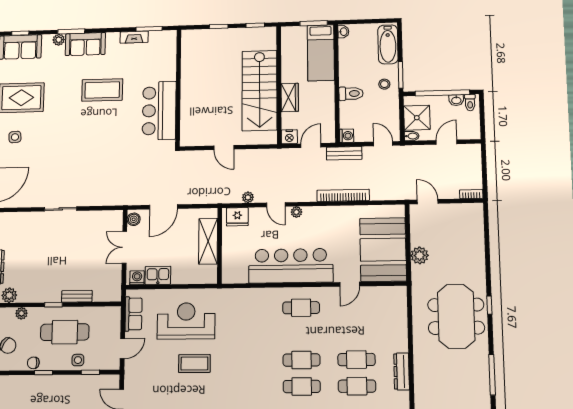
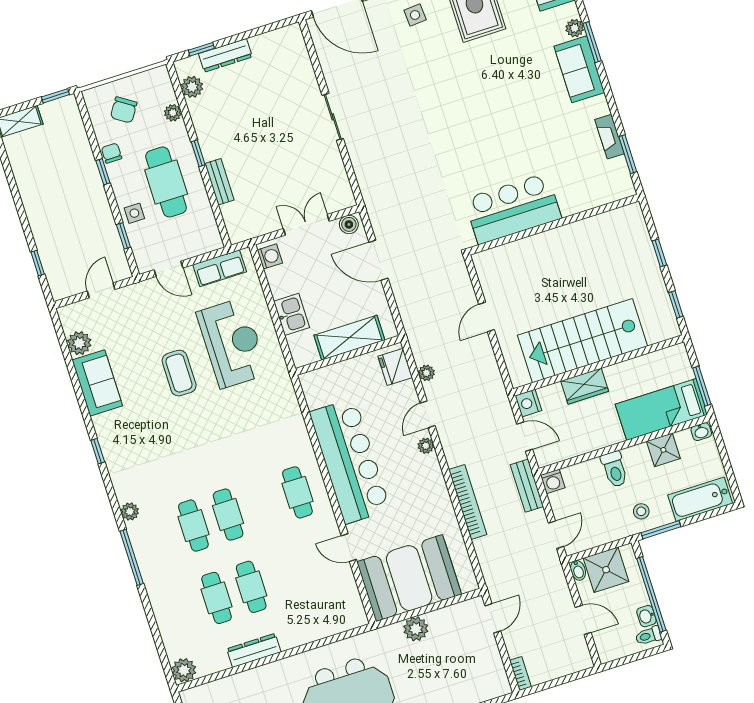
shower: (348, 59) -> (663, 450), added
coffee table: (102, 90) -> (519, 117), removed
kitchen sink: (158, 275) -> (292, 314), moved

